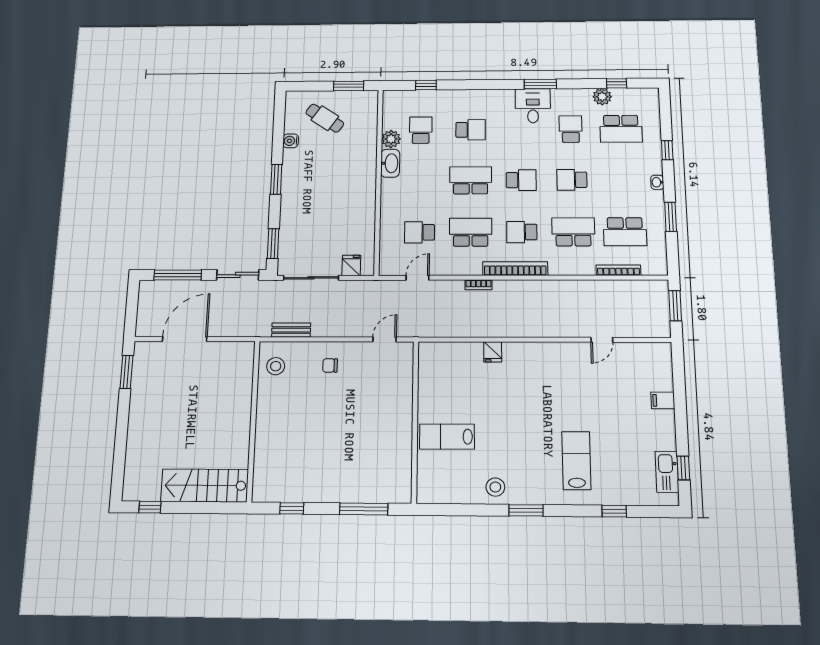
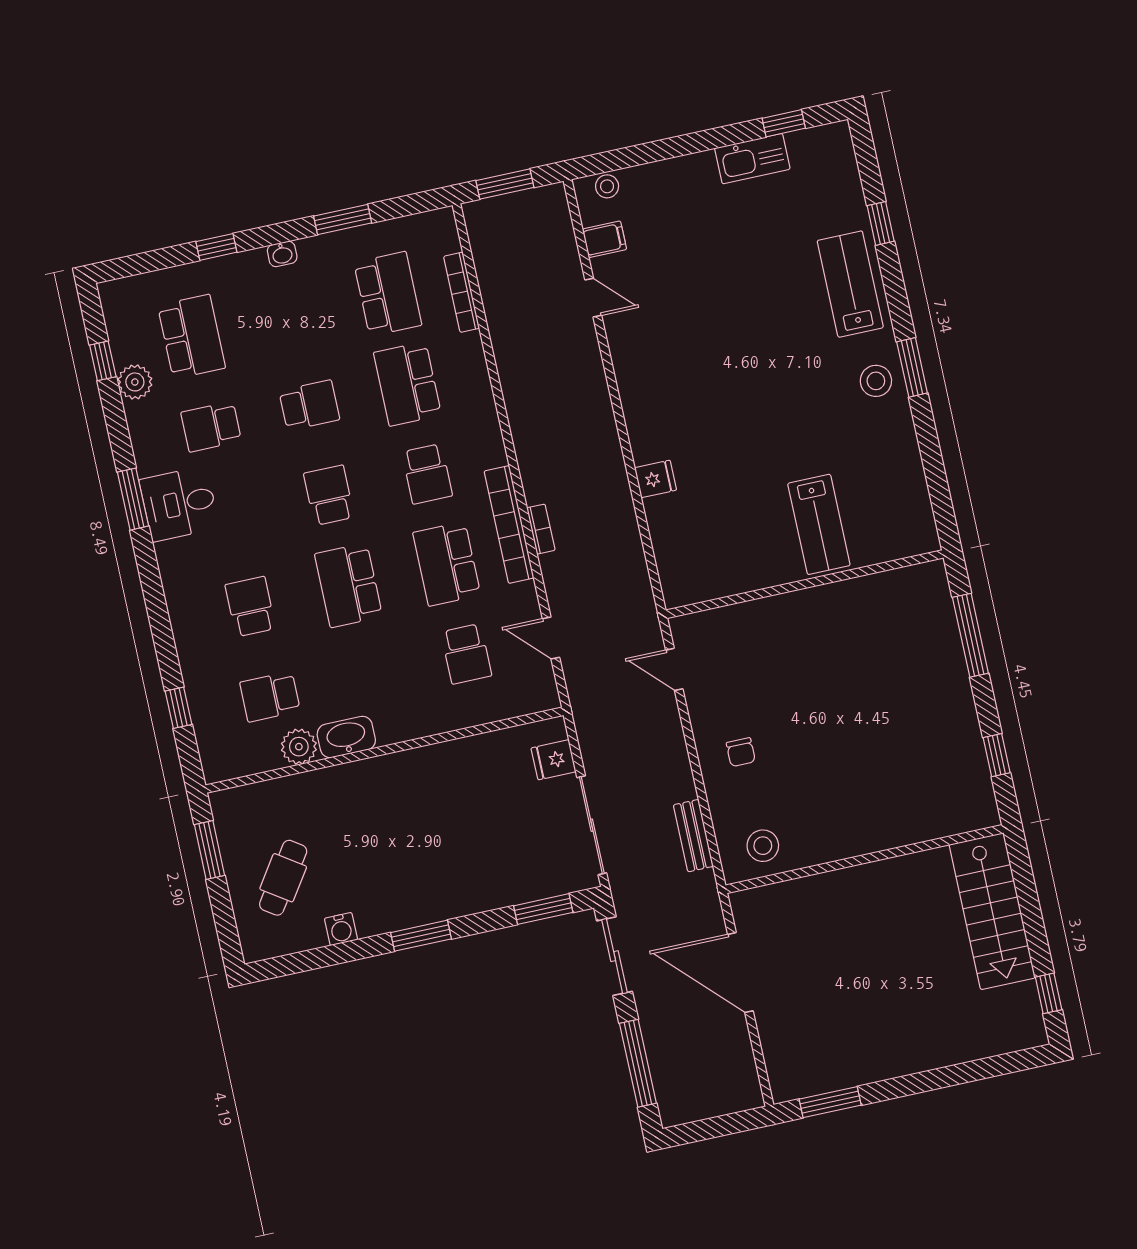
school desk: (572, 180) -> (309, 405), turned -90
bookcase: (515, 269) -> (509, 524), moved
door: (185, 339) -> (740, 973), moved
stool: (664, 361) -> (607, 186), added
filing cabinet: (663, 400) -> (605, 239), moved, turned -90
lab bench: (576, 461) -> (850, 284), moved, turned 90
kitchen sink: (667, 472) -> (752, 159), moved
stool: (495, 487) -> (876, 381), moved

